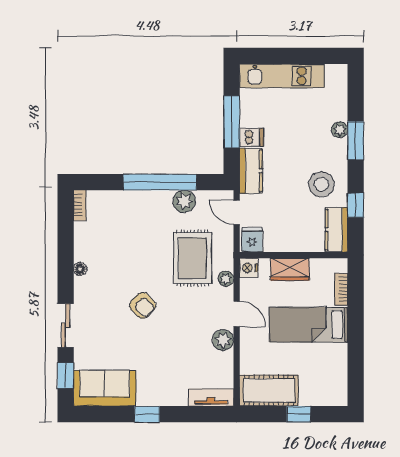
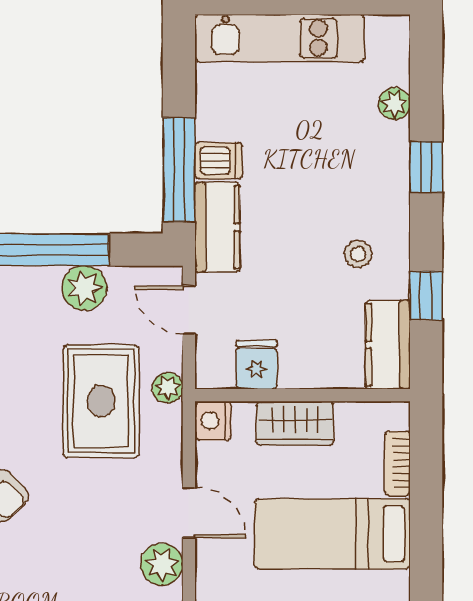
window: (232, 122) -> (179, 170), moved
plant: (340, 130) -> (394, 104), moved
window: (356, 141) -> (426, 167), width x0.67
stool: (321, 184) -> (358, 254), width x0.53, depth x0.53
fridge: (252, 240) -> (257, 365), moved
plant: (226, 279) -> (168, 388), moved

